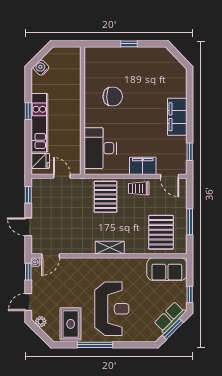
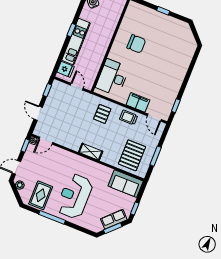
filing cabinet: (177, 117) -> (177, 77), removed
pallet: (105, 197) -> (102, 114), width x0.67, depth x0.71
reception desk: (112, 309) -> (75, 196), turned 180

